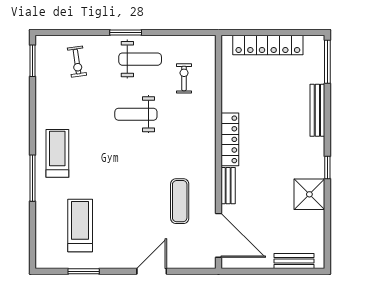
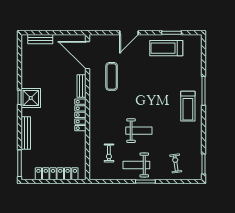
shower: (309, 194) -> (31, 98), moved
treadmill: (80, 226) -> (166, 48), moved, turned 90

